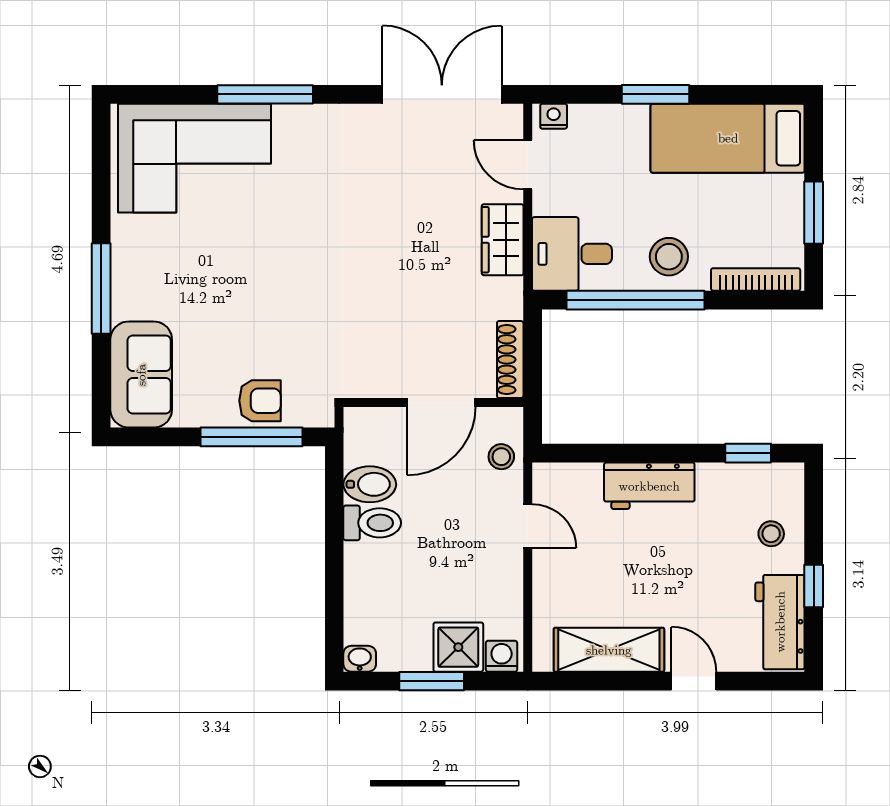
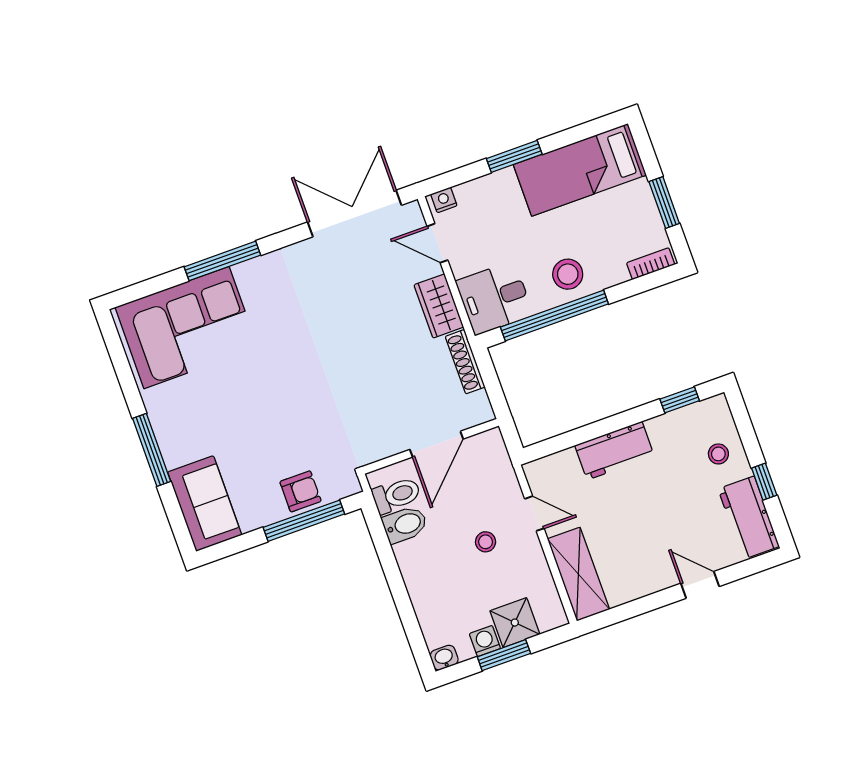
bookcase: (756, 279) -> (651, 264), width x0.64
shoe rack: (510, 360) -> (465, 362), moved
stool: (501, 457) -> (486, 542), moved
toilet: (372, 523) -> (396, 495), moved
shelving: (609, 650) -> (578, 574), moved, turned 90
washing machine: (502, 656) -> (485, 641), moved

